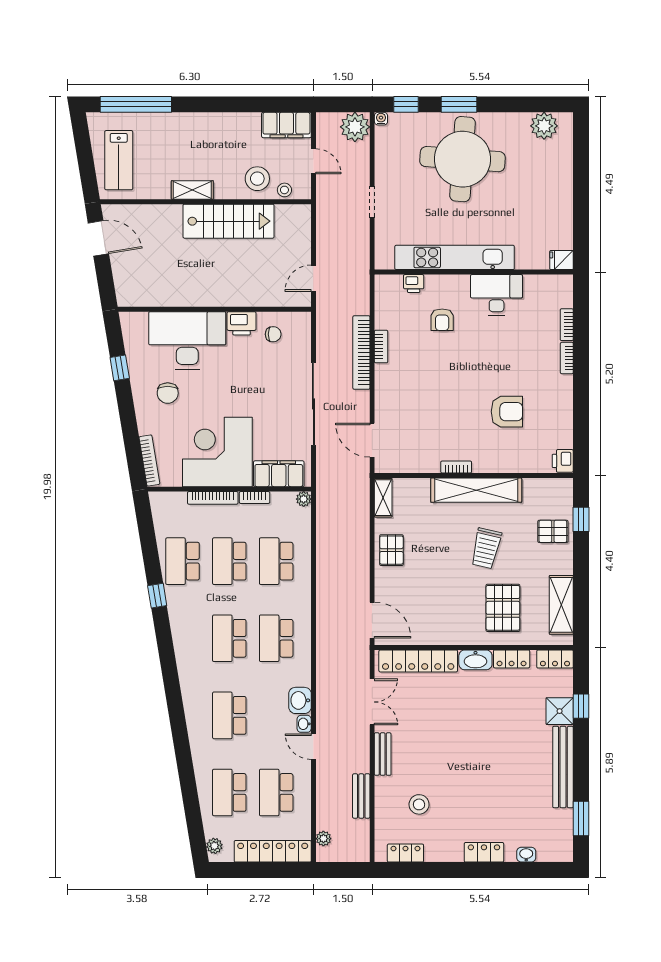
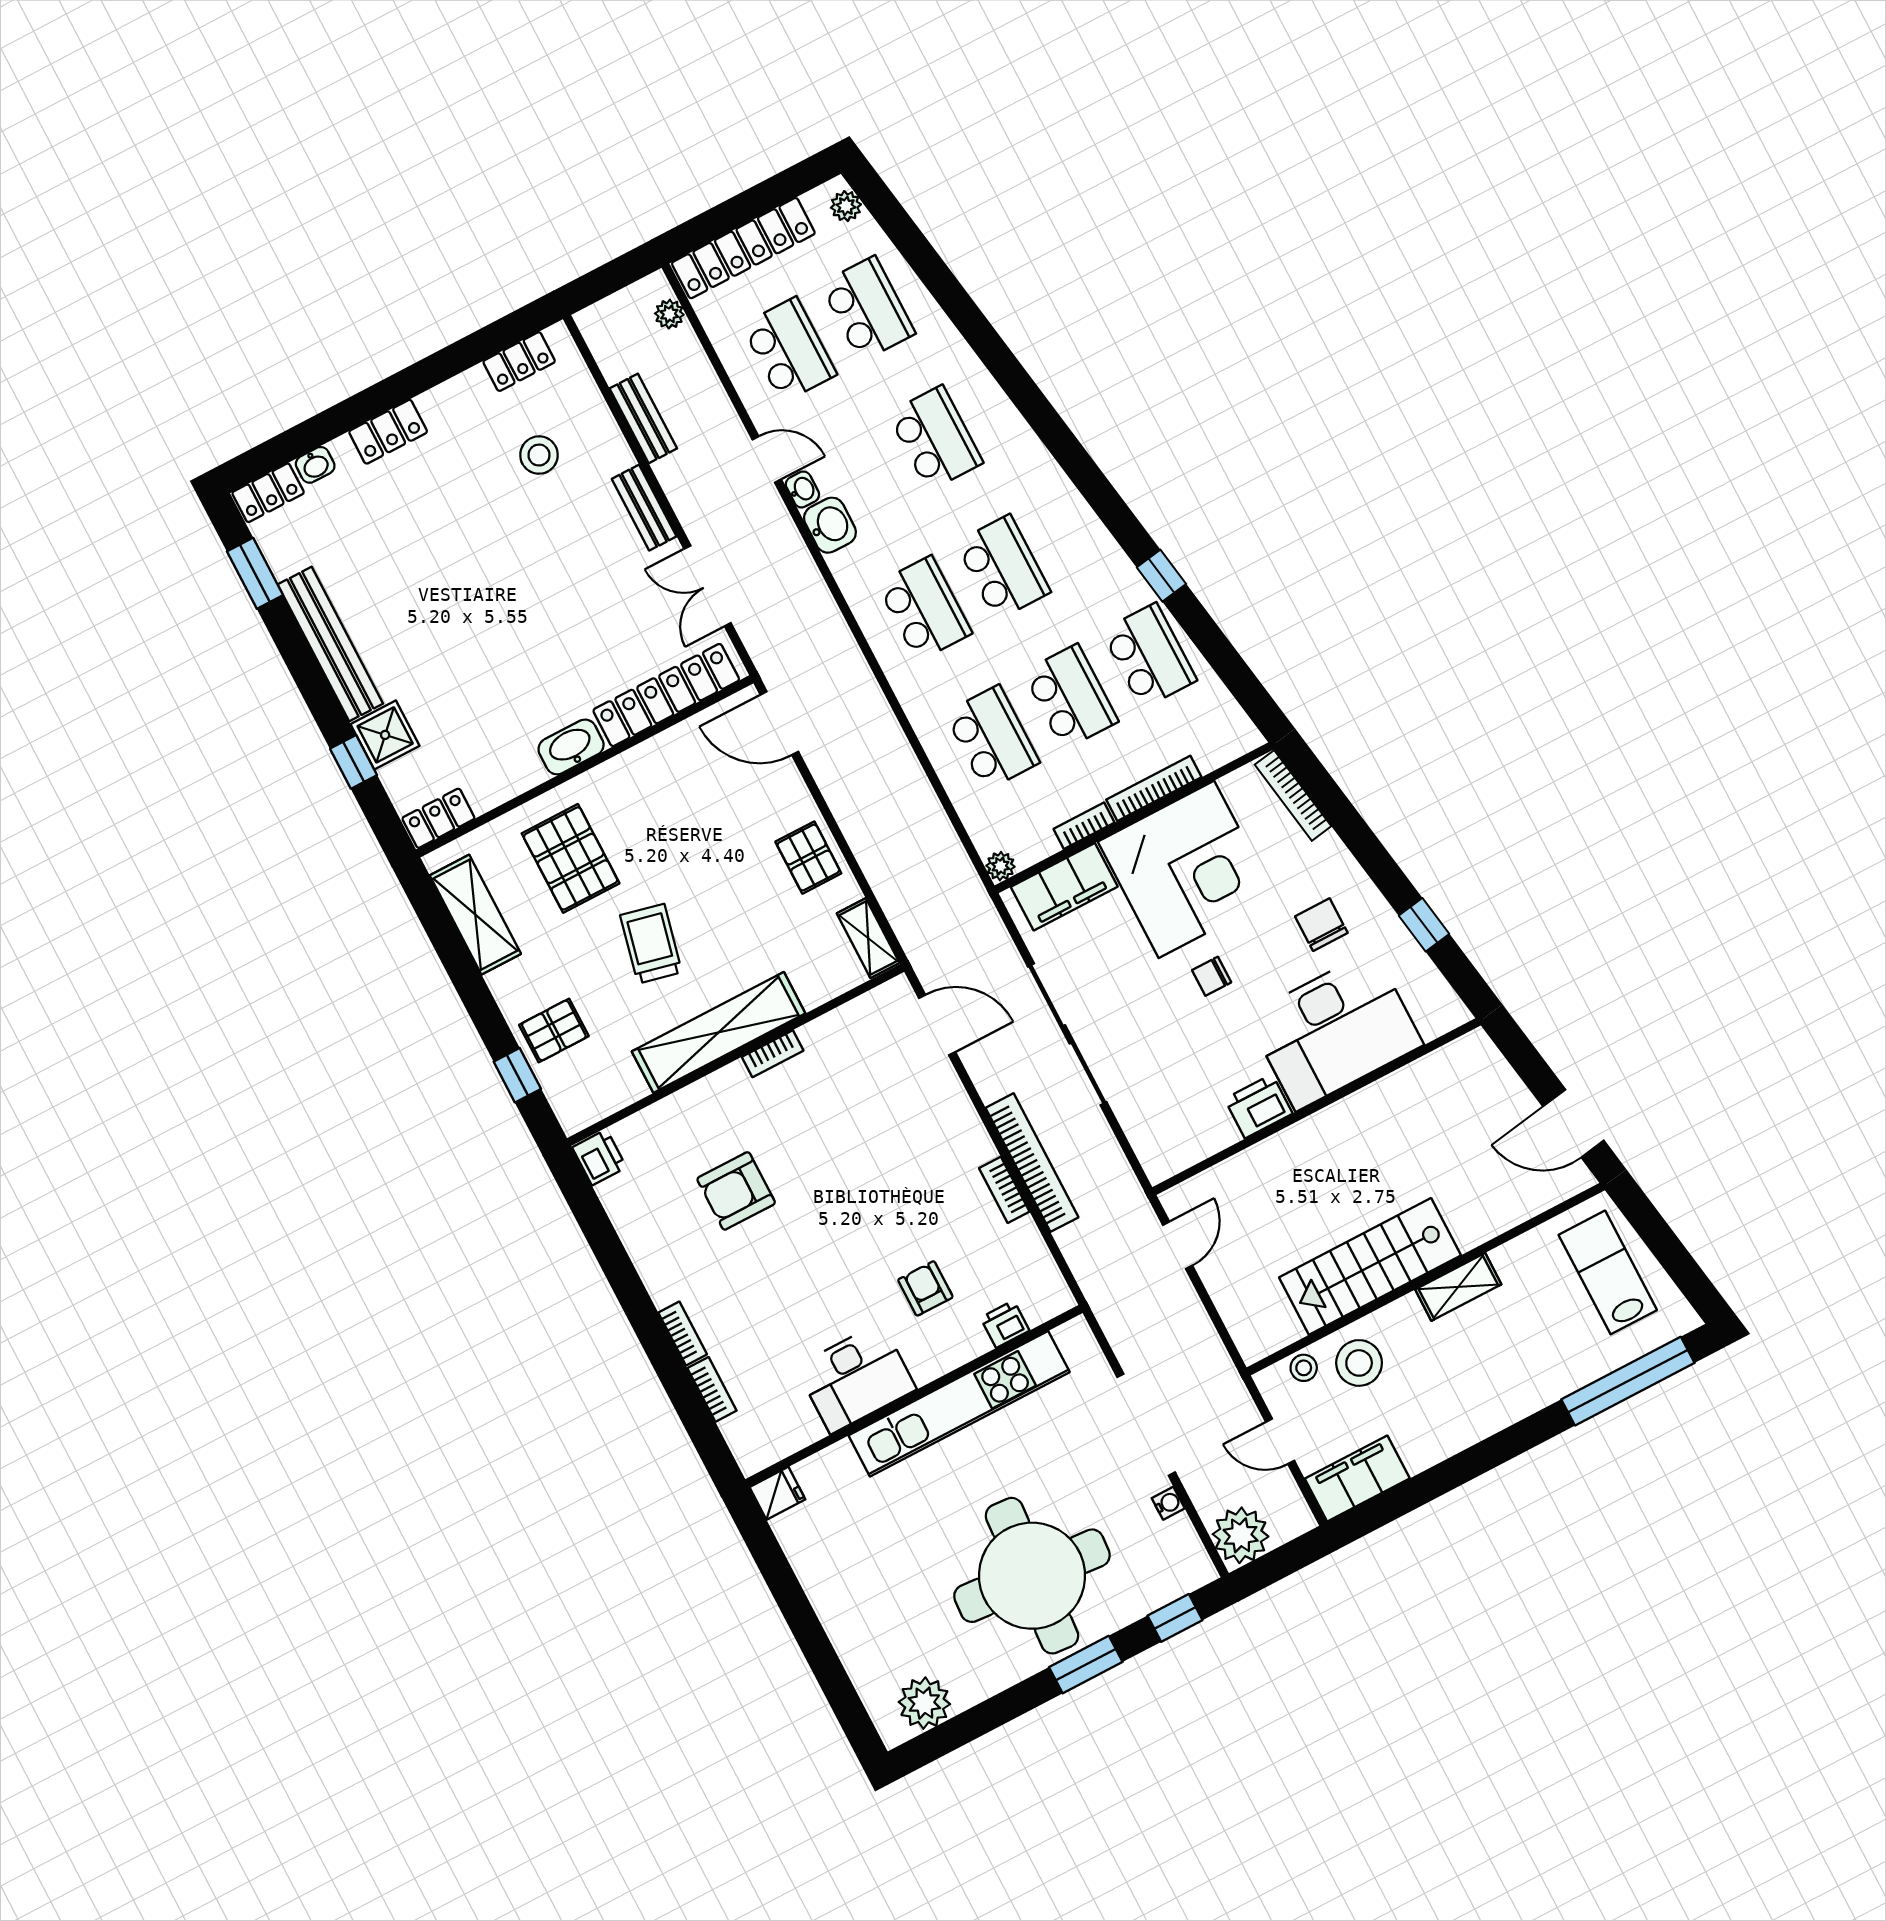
water cooler: (381, 119) -> (1168, 1503), moved, turned -90
doorway: (372, 202) -> (1146, 1425), width x1.88
chair: (273, 334) -> (1212, 976), moved
locker: (512, 659) -> (268, 493), moved, turned 180

